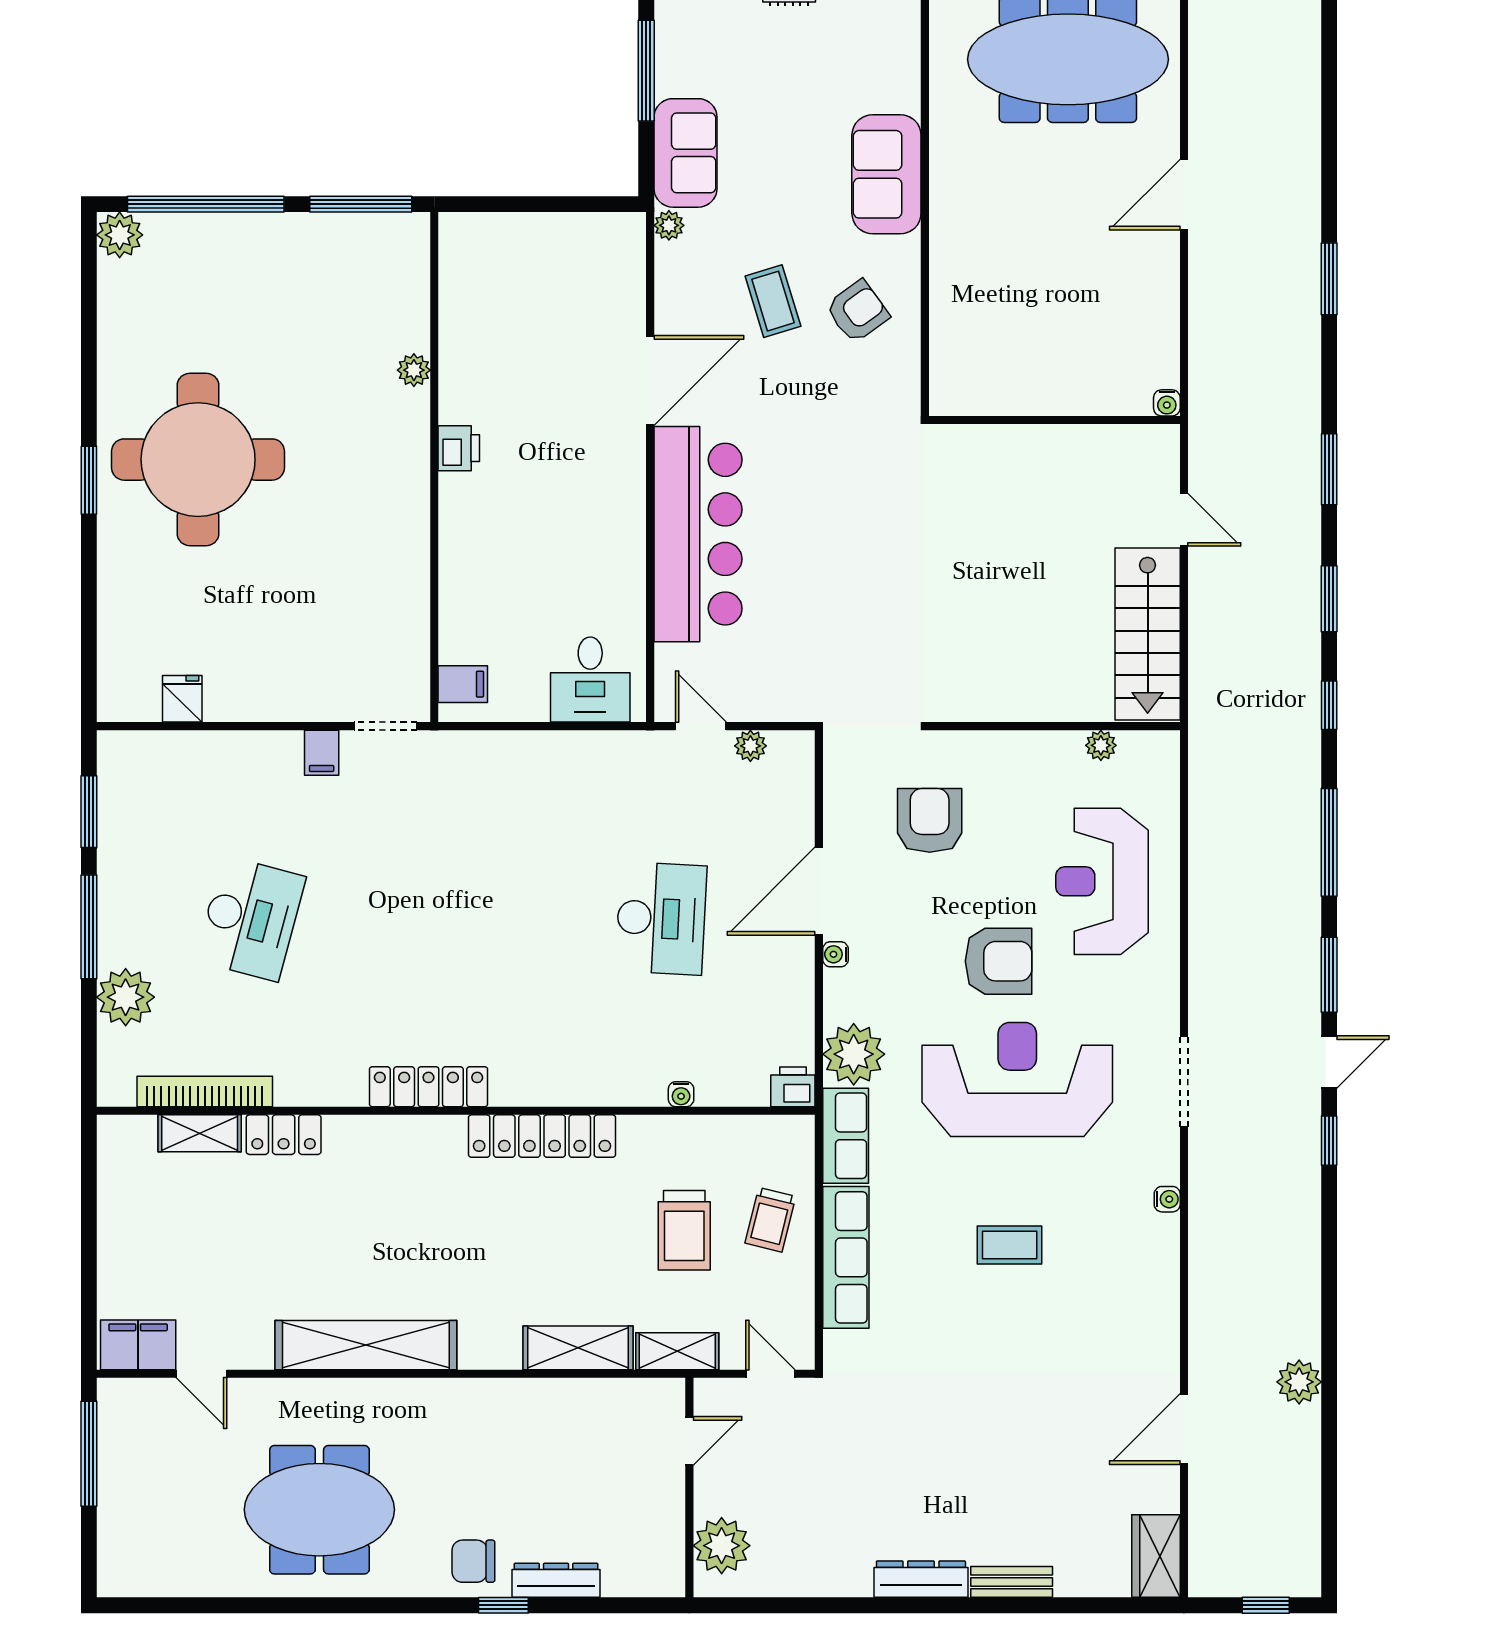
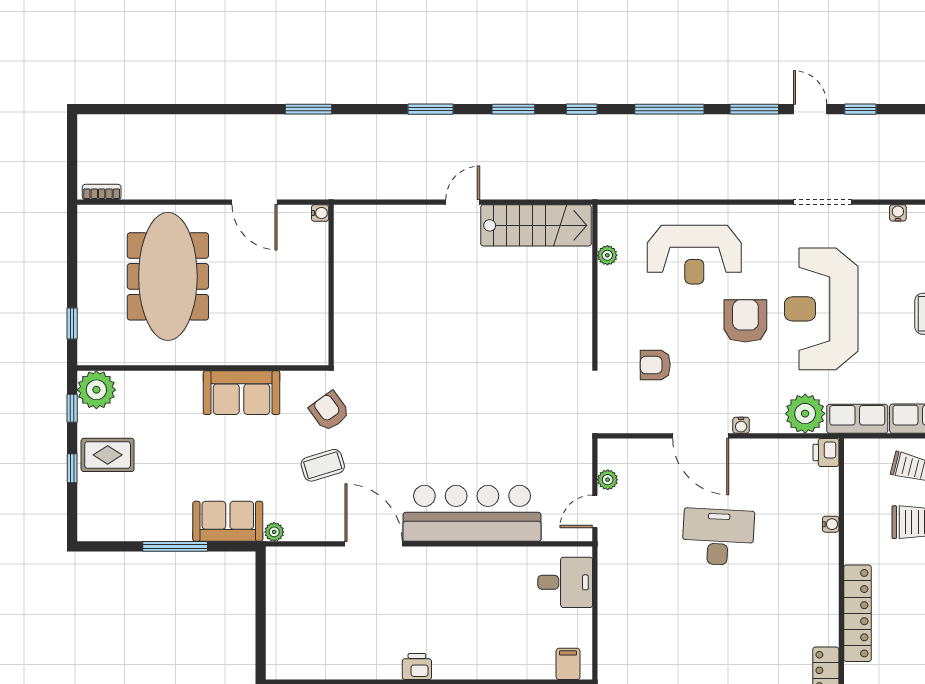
water cooler: (1167, 403) -> (320, 213), moved
wall: (1054, 420) -> (331, 285), moved
armchair: (930, 820) -> (655, 365), width x0.72, depth x0.72

